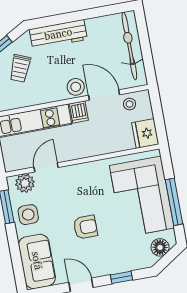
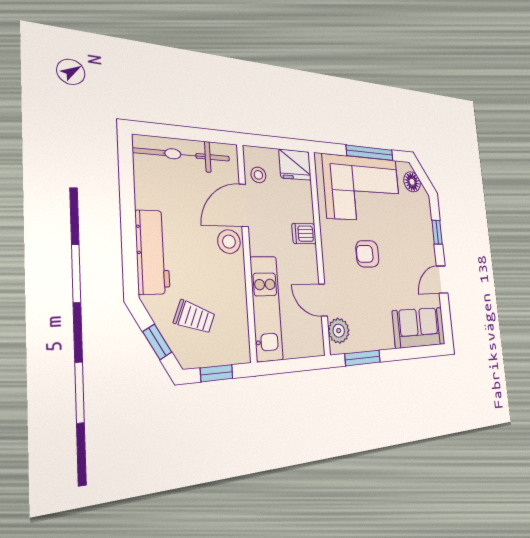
dishwasher: (79, 112) -> (304, 234), moved, turned 180
side table: (28, 215) -> (372, 331), removed
armchair: (85, 227) -> (367, 254), moved, turned -90

